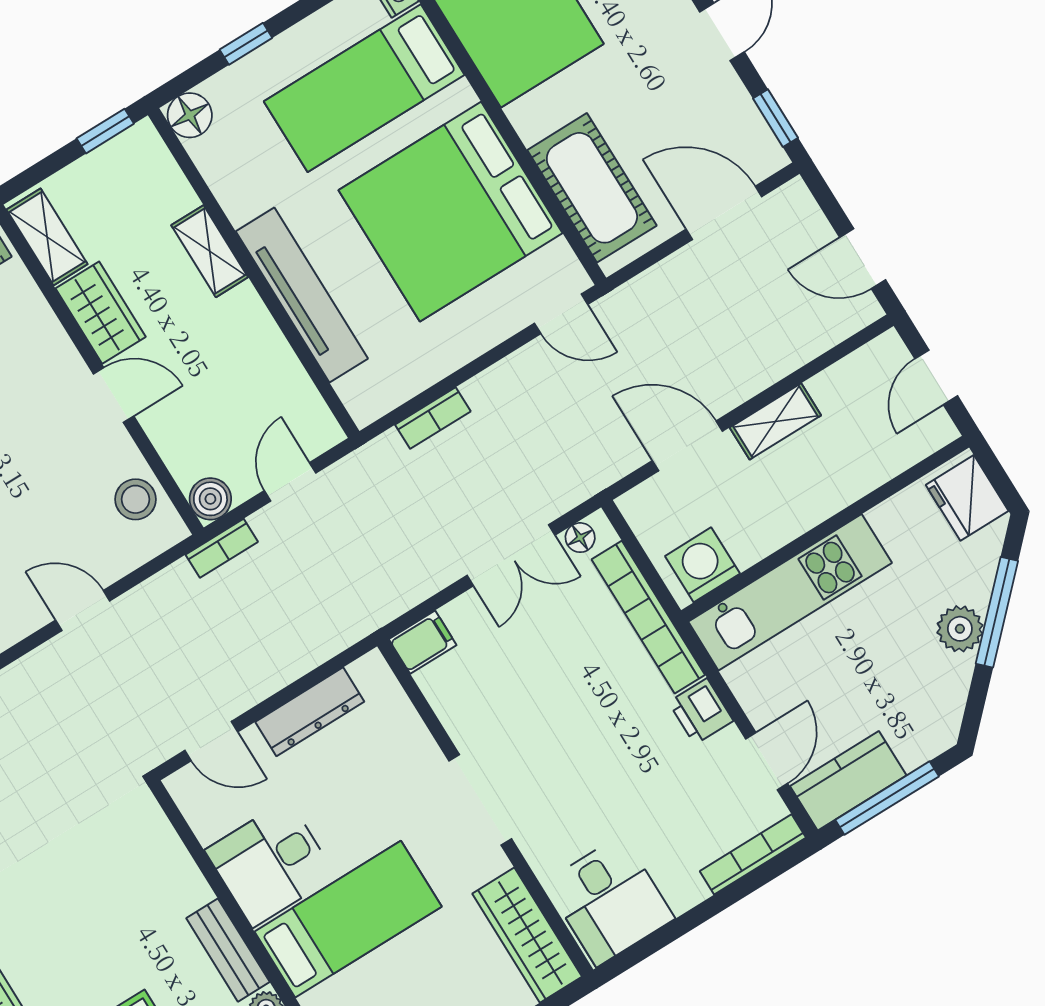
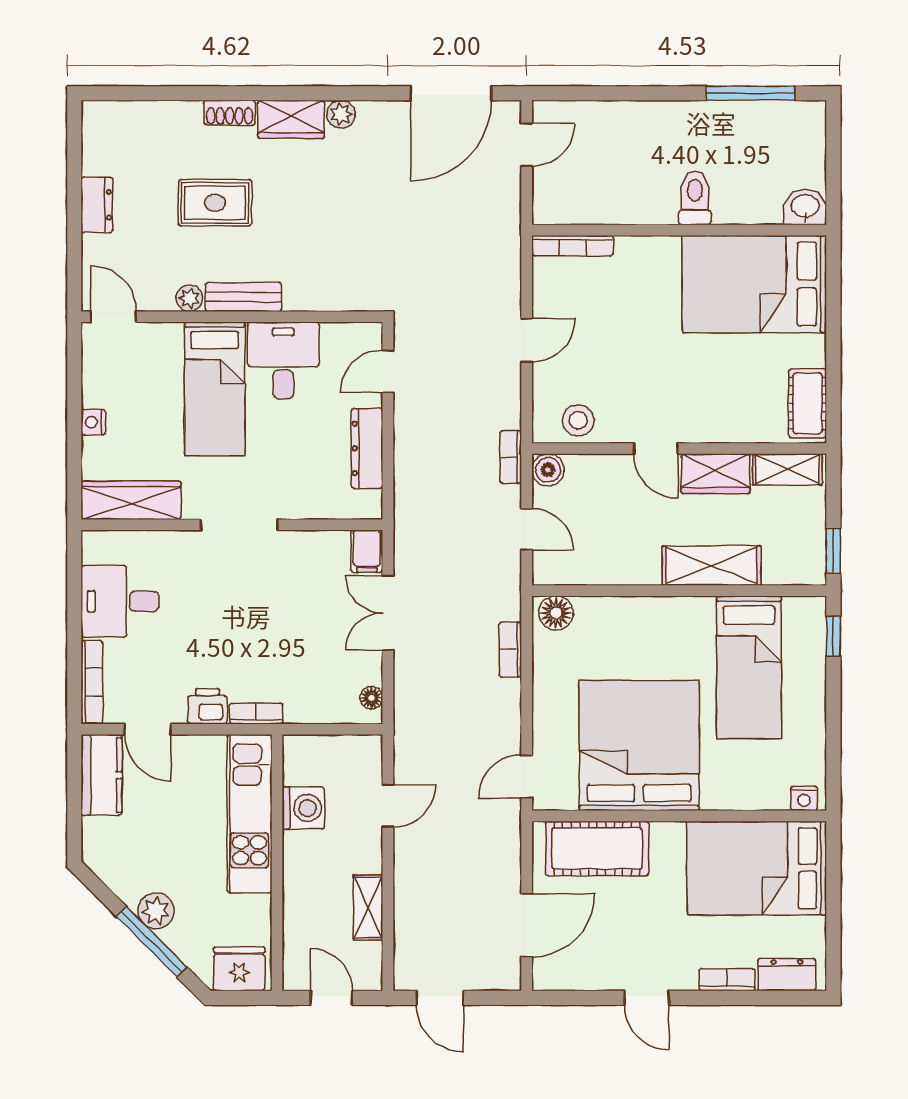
window: (246, 44) -> (833, 636), moved
bed: (364, 88) -> (749, 667), moved, turned 180
floor lamp: (190, 115) -> (556, 613), moved
window: (775, 118) -> (568, 998), removed
shelving: (210, 251) -> (712, 566), width x1.50, depth x1.33
door: (863, 259) -> (440, 998), swing flipped
tv unit: (302, 295) -> (645, 613), removed
door: (114, 395) -> (656, 449), hinge flipped
shelving: (775, 421) -> (368, 907), moved
door: (687, 446) -> (388, 806), width x0.73
double door: (511, 555) -> (388, 613), moved
washing machine: (702, 565) -> (303, 808), moved
bookcase: (648, 617) -> (256, 713), width x0.43, depth x0.76
window: (887, 798) -> (74, 794), removed
desk: (609, 901) -> (120, 601), moved

